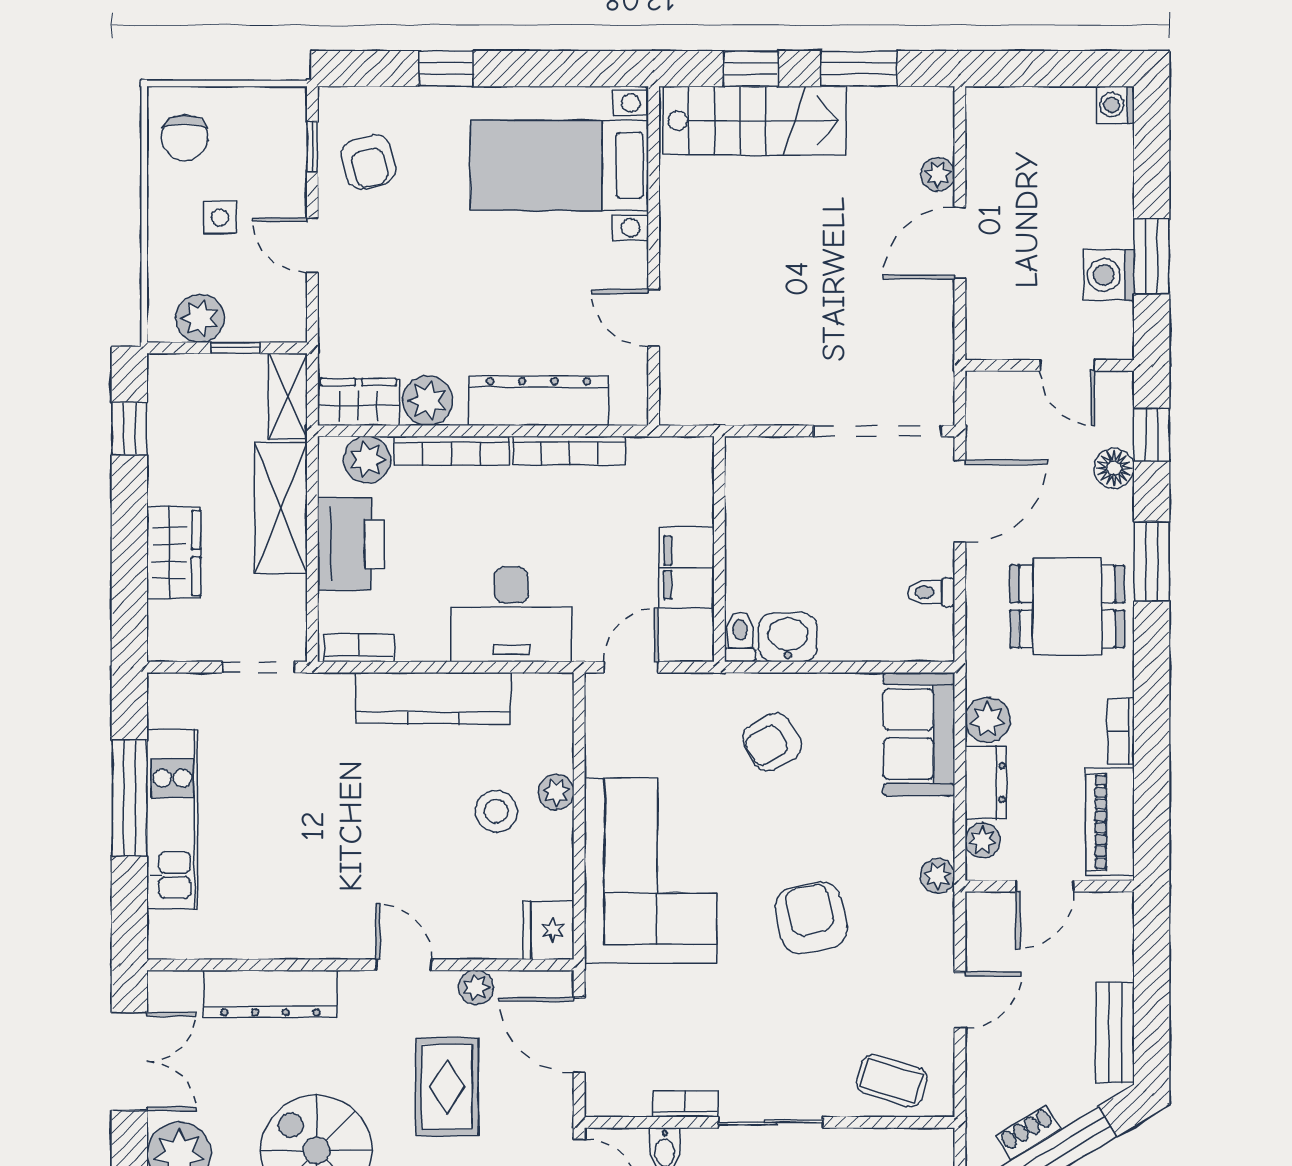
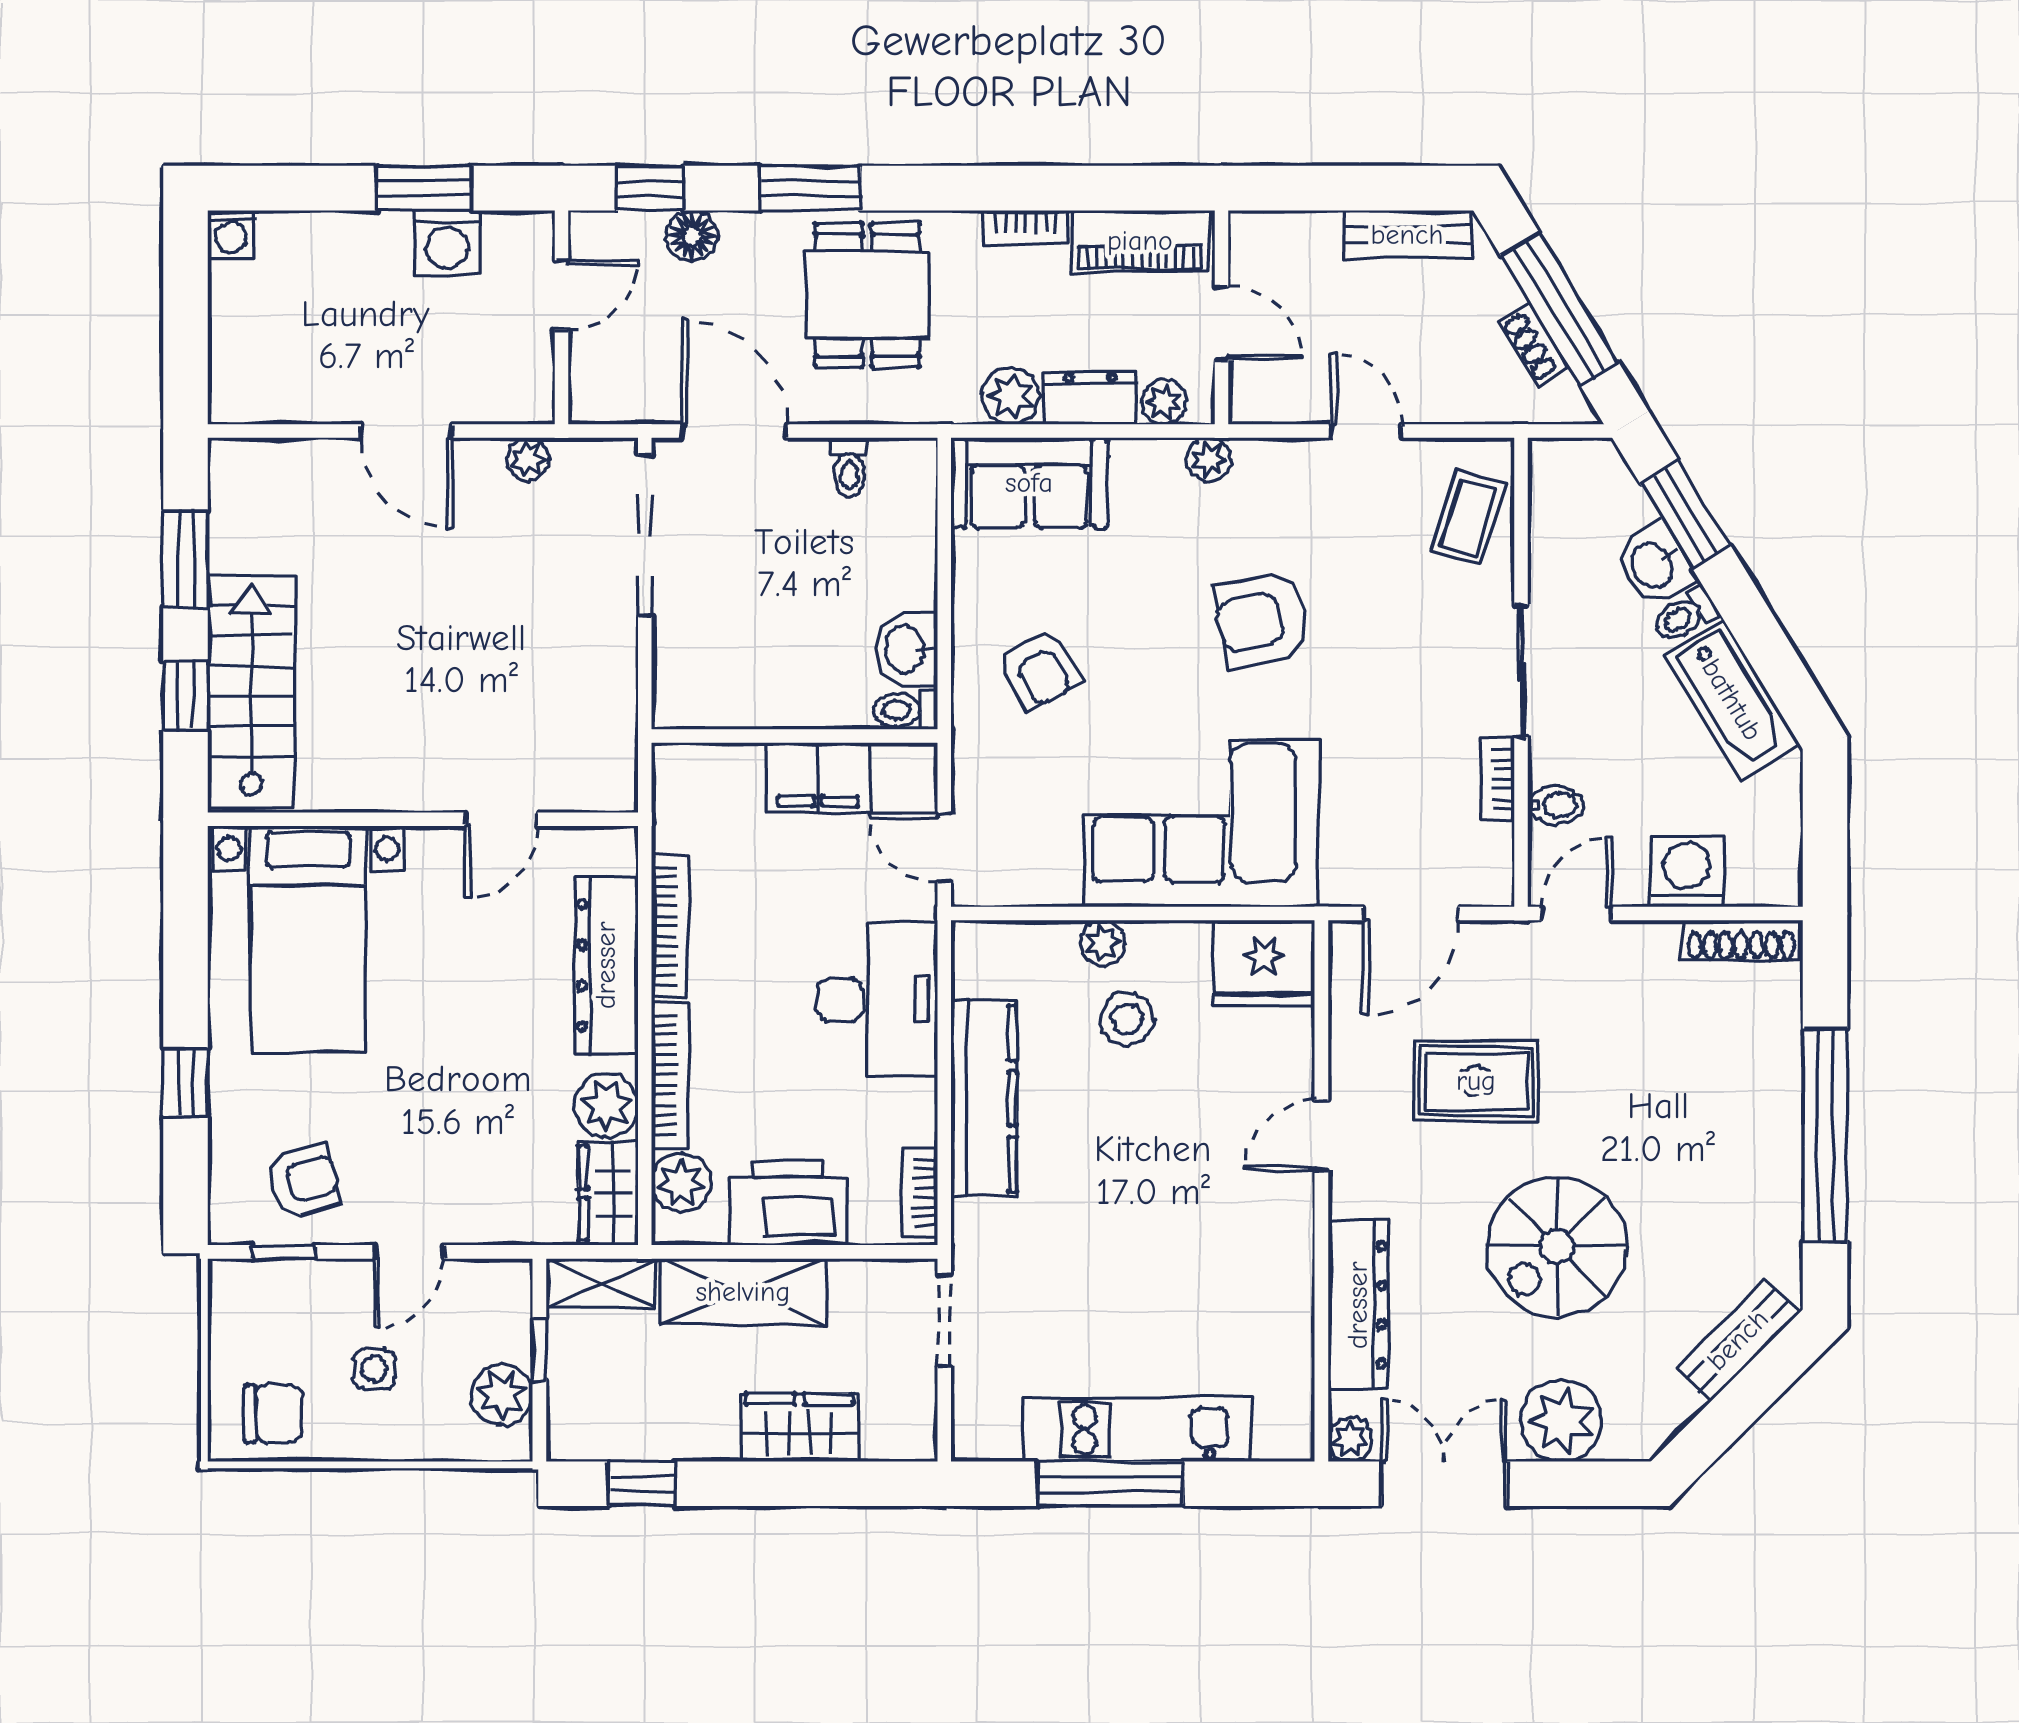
plant: (938, 174) -> (528, 459), moved
fridge: (549, 930) -> (1264, 963), width x1.36, depth x1.34
plant: (476, 987) -> (1350, 1439), moved

